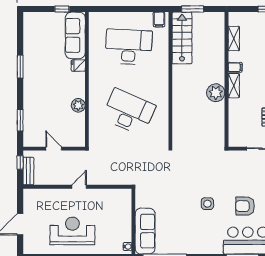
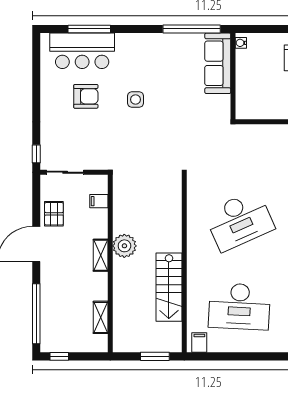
stairs: (182, 38) -> (169, 287), moved
filing cabinet: (235, 67) -> (99, 201), moved
desk: (129, 112) -> (239, 221), turned -48

